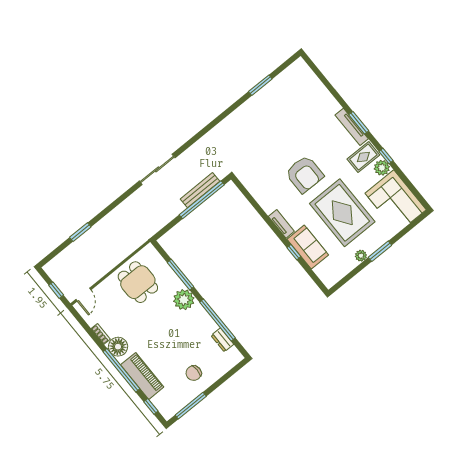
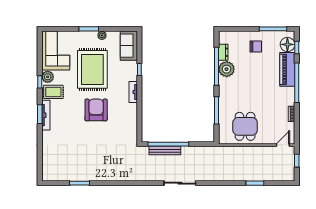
sofa: (308, 247) -> (129, 46), moved
plant: (184, 300) -> (227, 69), moved
floor lamp: (118, 347) -> (287, 44), moved

